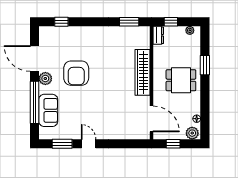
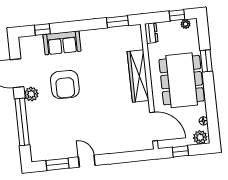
window: (171, 22) -> (177, 15), moved
dining table: (181, 80) -> (182, 80), width x1.88, depth x1.24
sofa: (48, 110) -> (62, 43), moved, turned 90

